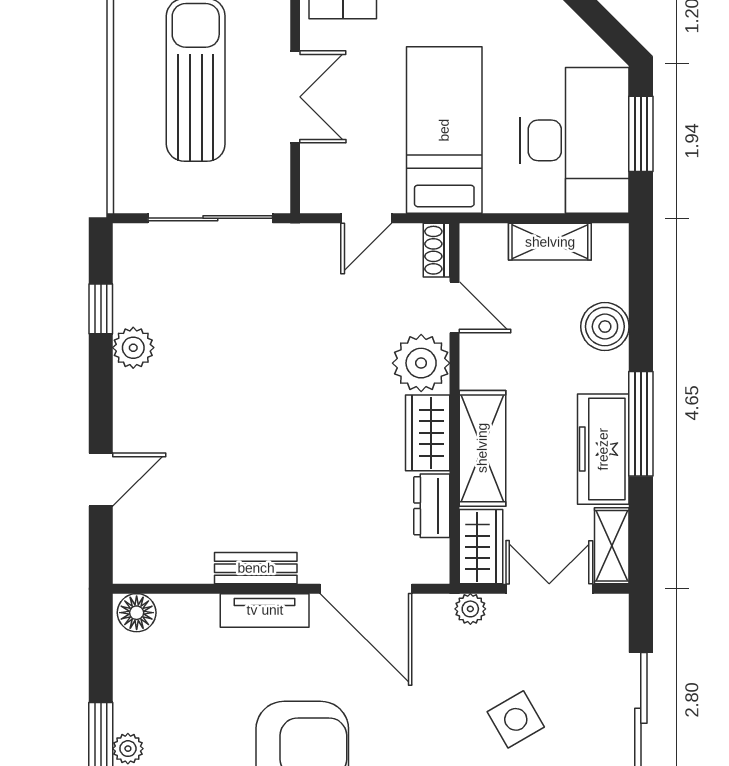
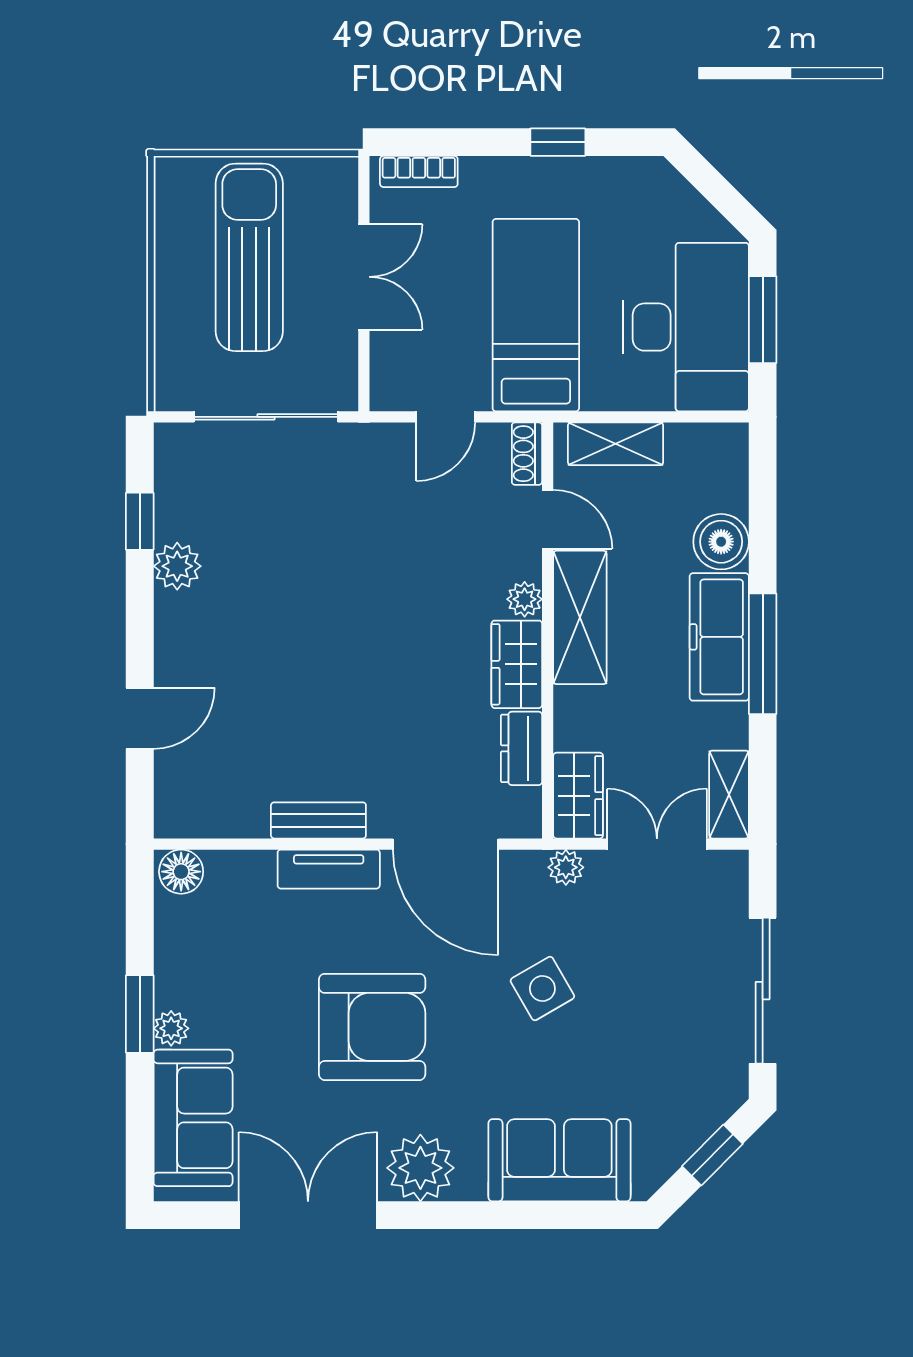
shelving: (550, 242) -> (616, 444), moved
plant: (421, 363) -> (525, 599), width x0.53, depth x0.53
shelving: (482, 448) -> (580, 617), moved
freezer: (603, 449) -> (719, 637), moved
side table: (516, 719) -> (542, 988), moved

